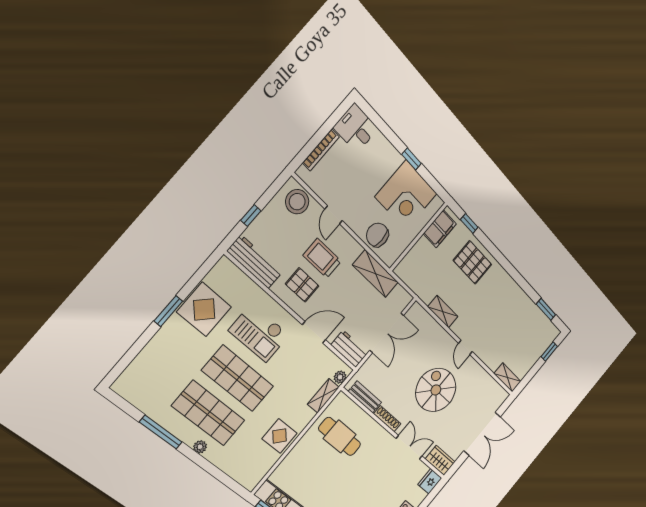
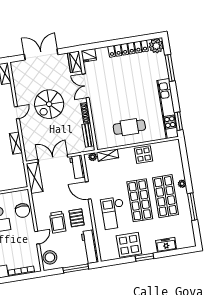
window: (251, 216) -> (76, 268), width x2.17
shelving: (375, 274) -> (35, 178), moved
checkout: (259, 333) -> (114, 213), turned 180
freezer: (153, 353) -> (166, 245), added
cafe table: (340, 436) -> (129, 127), moved, turned 90

